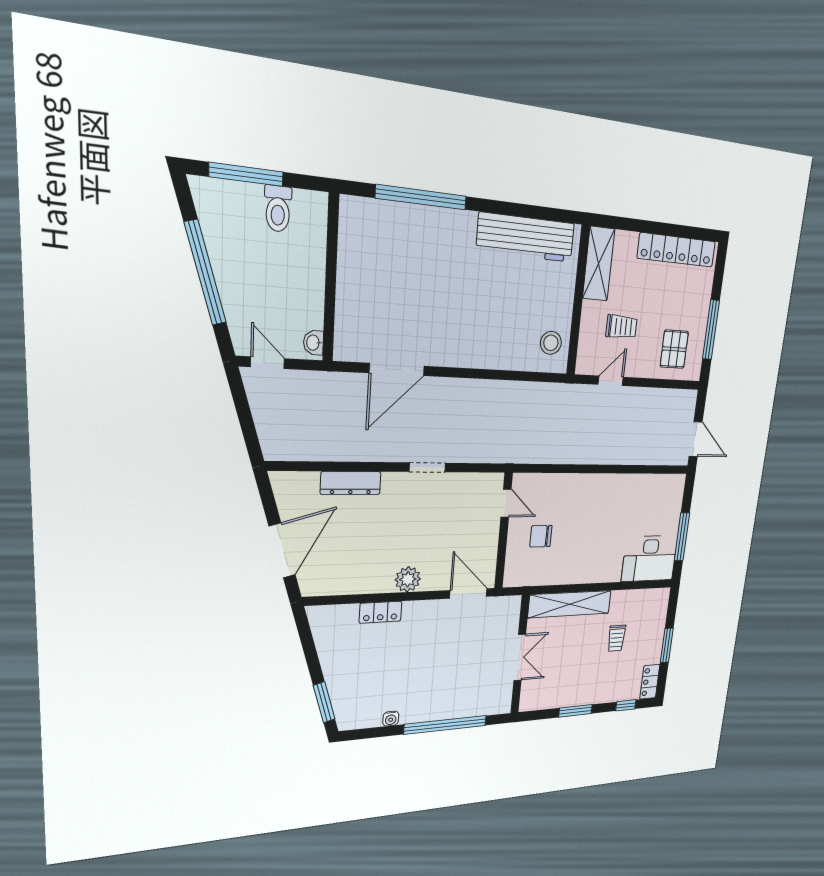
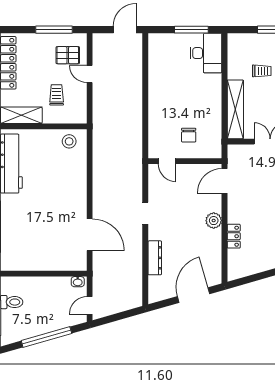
door: (611, 381) -> (90, 74), moved
door: (506, 503) -> (167, 161), swing flipped
door: (282, 551) -> (194, 295), hinge flipped

